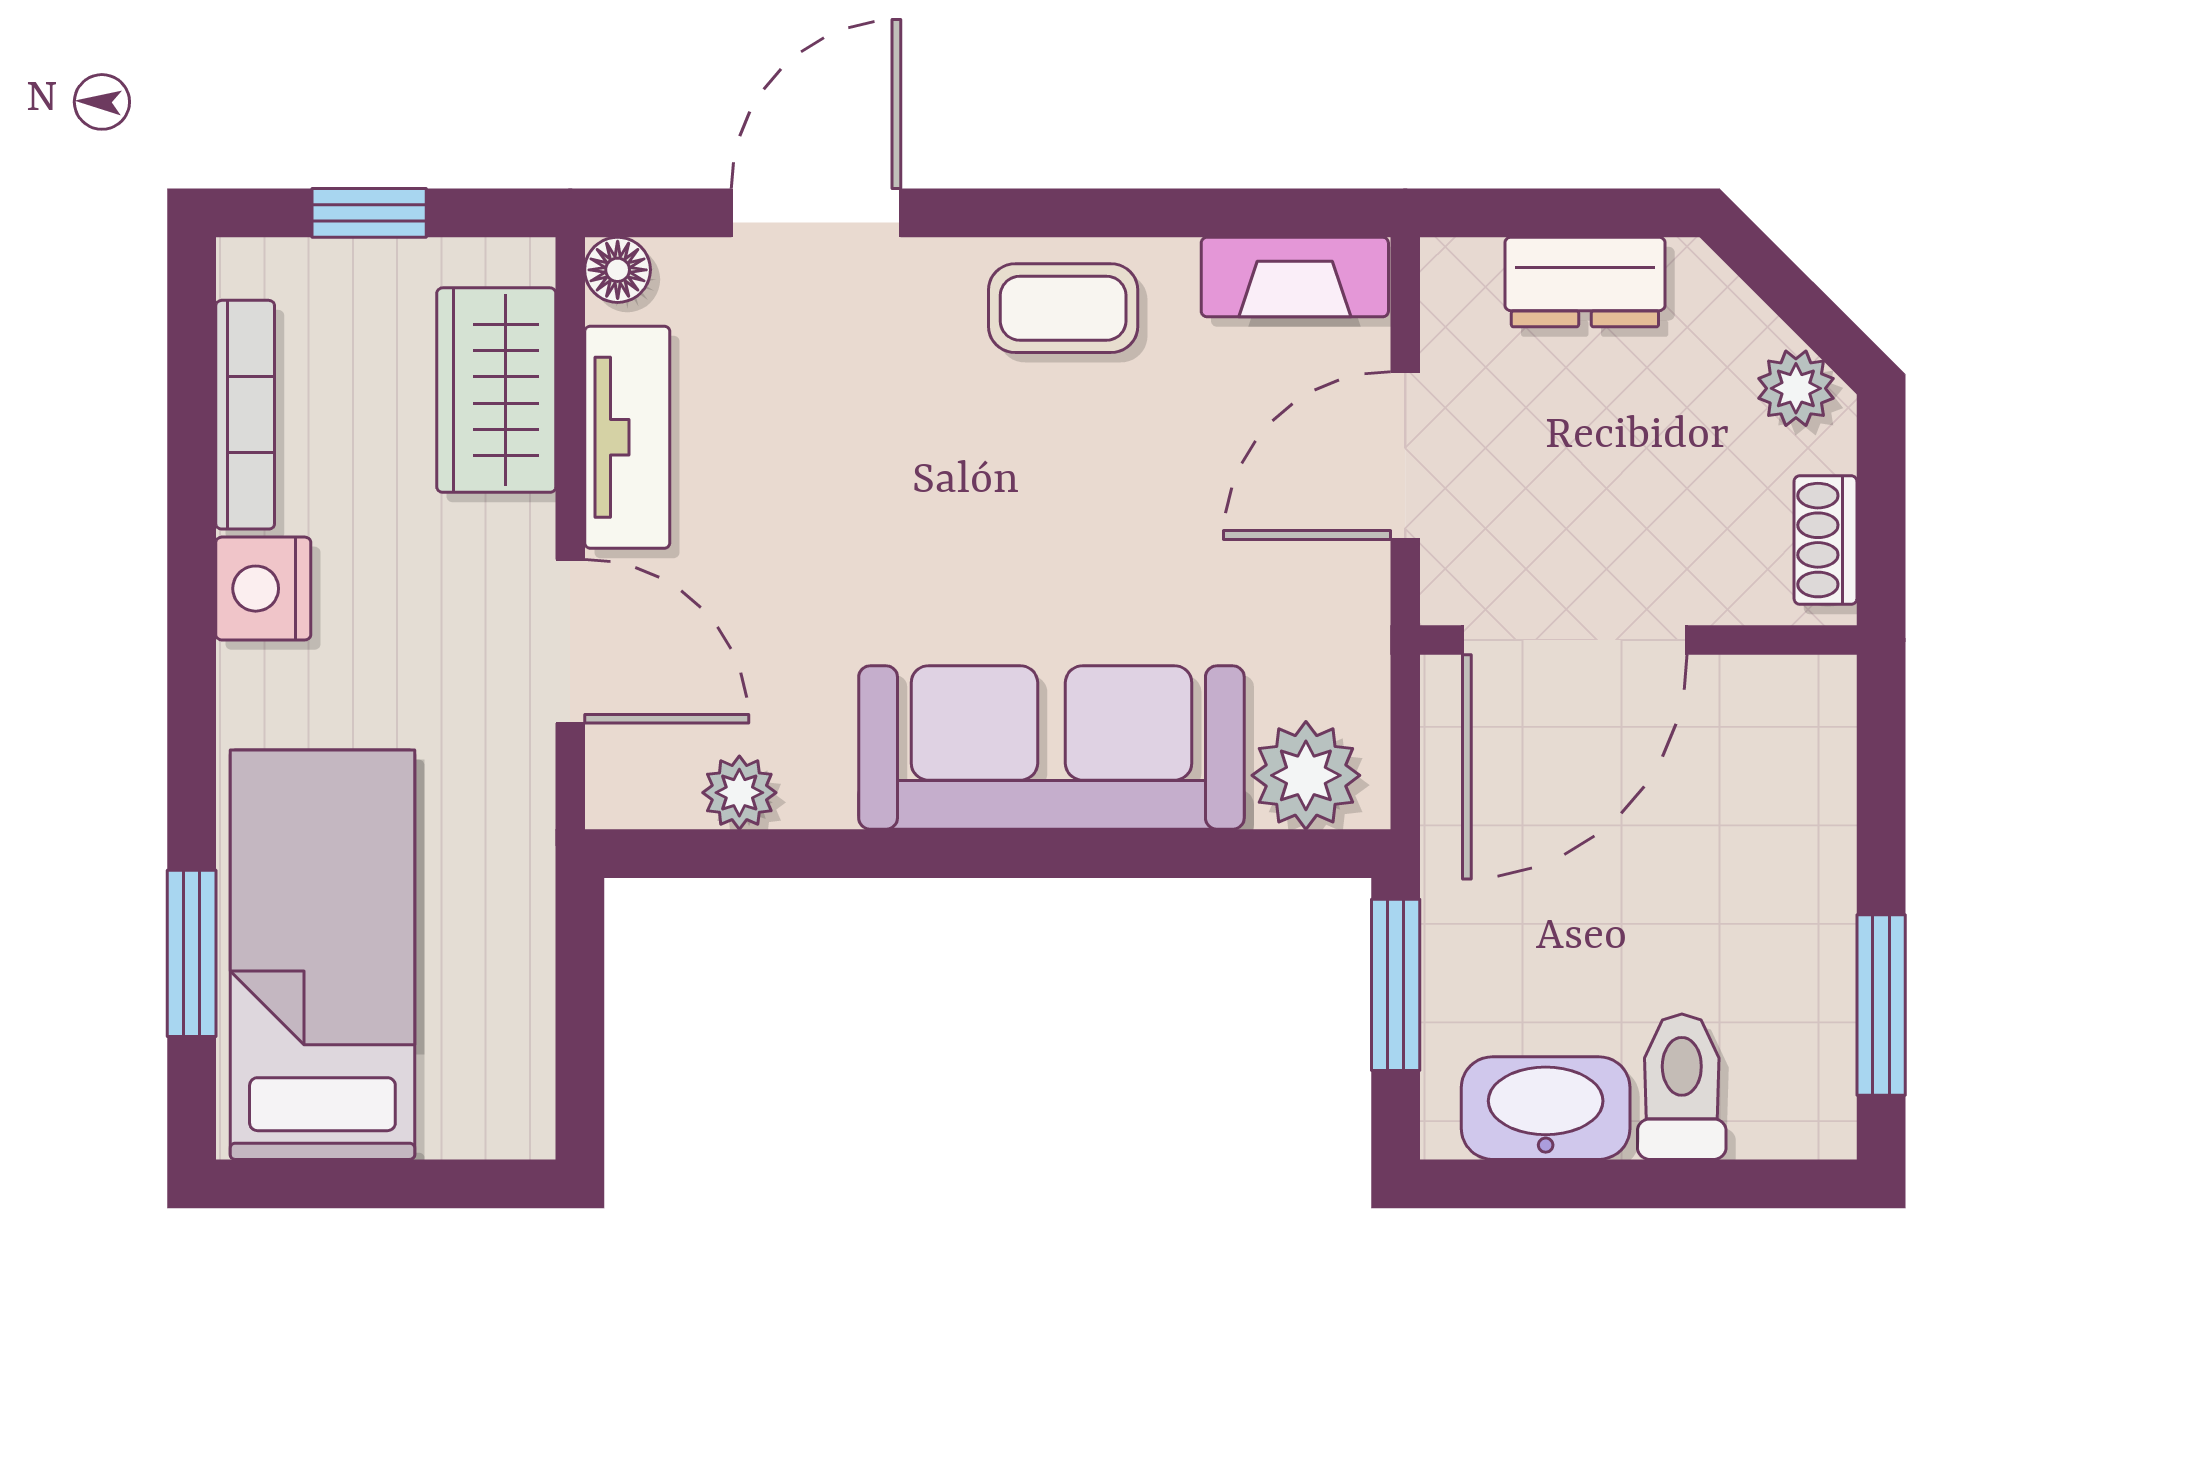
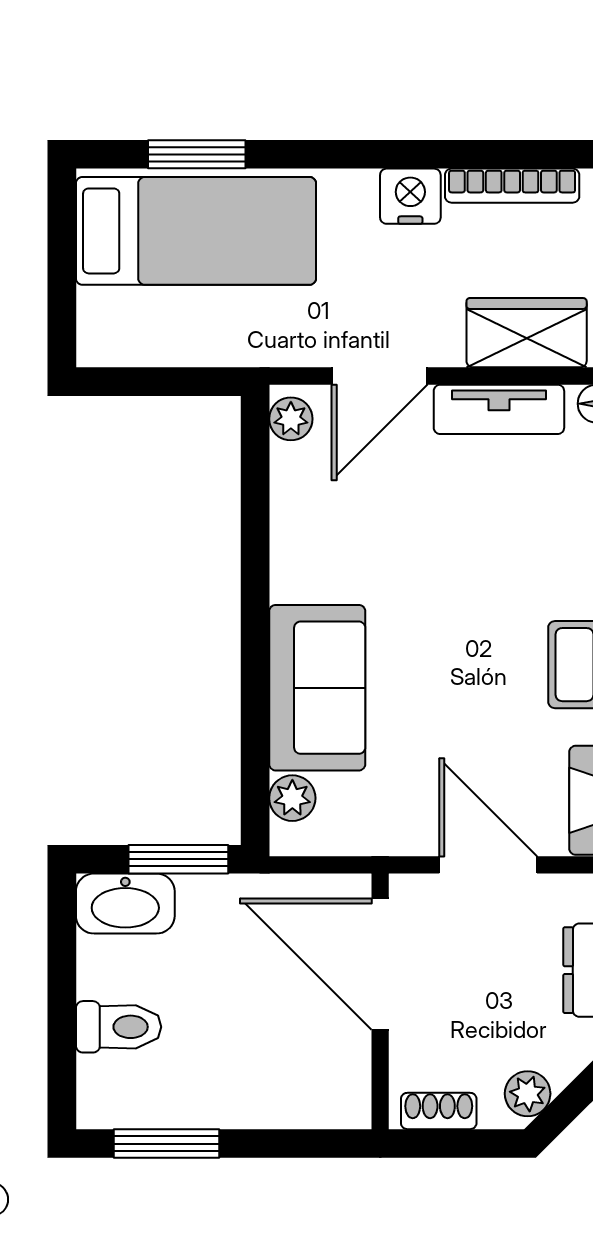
sofa: (1051, 748) -> (317, 688), width x0.73
plant: (1306, 775) -> (292, 798), width x0.73, depth x0.73
plant: (739, 793) -> (291, 419), moved
washbasin: (1546, 1108) -> (125, 904), moved, turned 90

